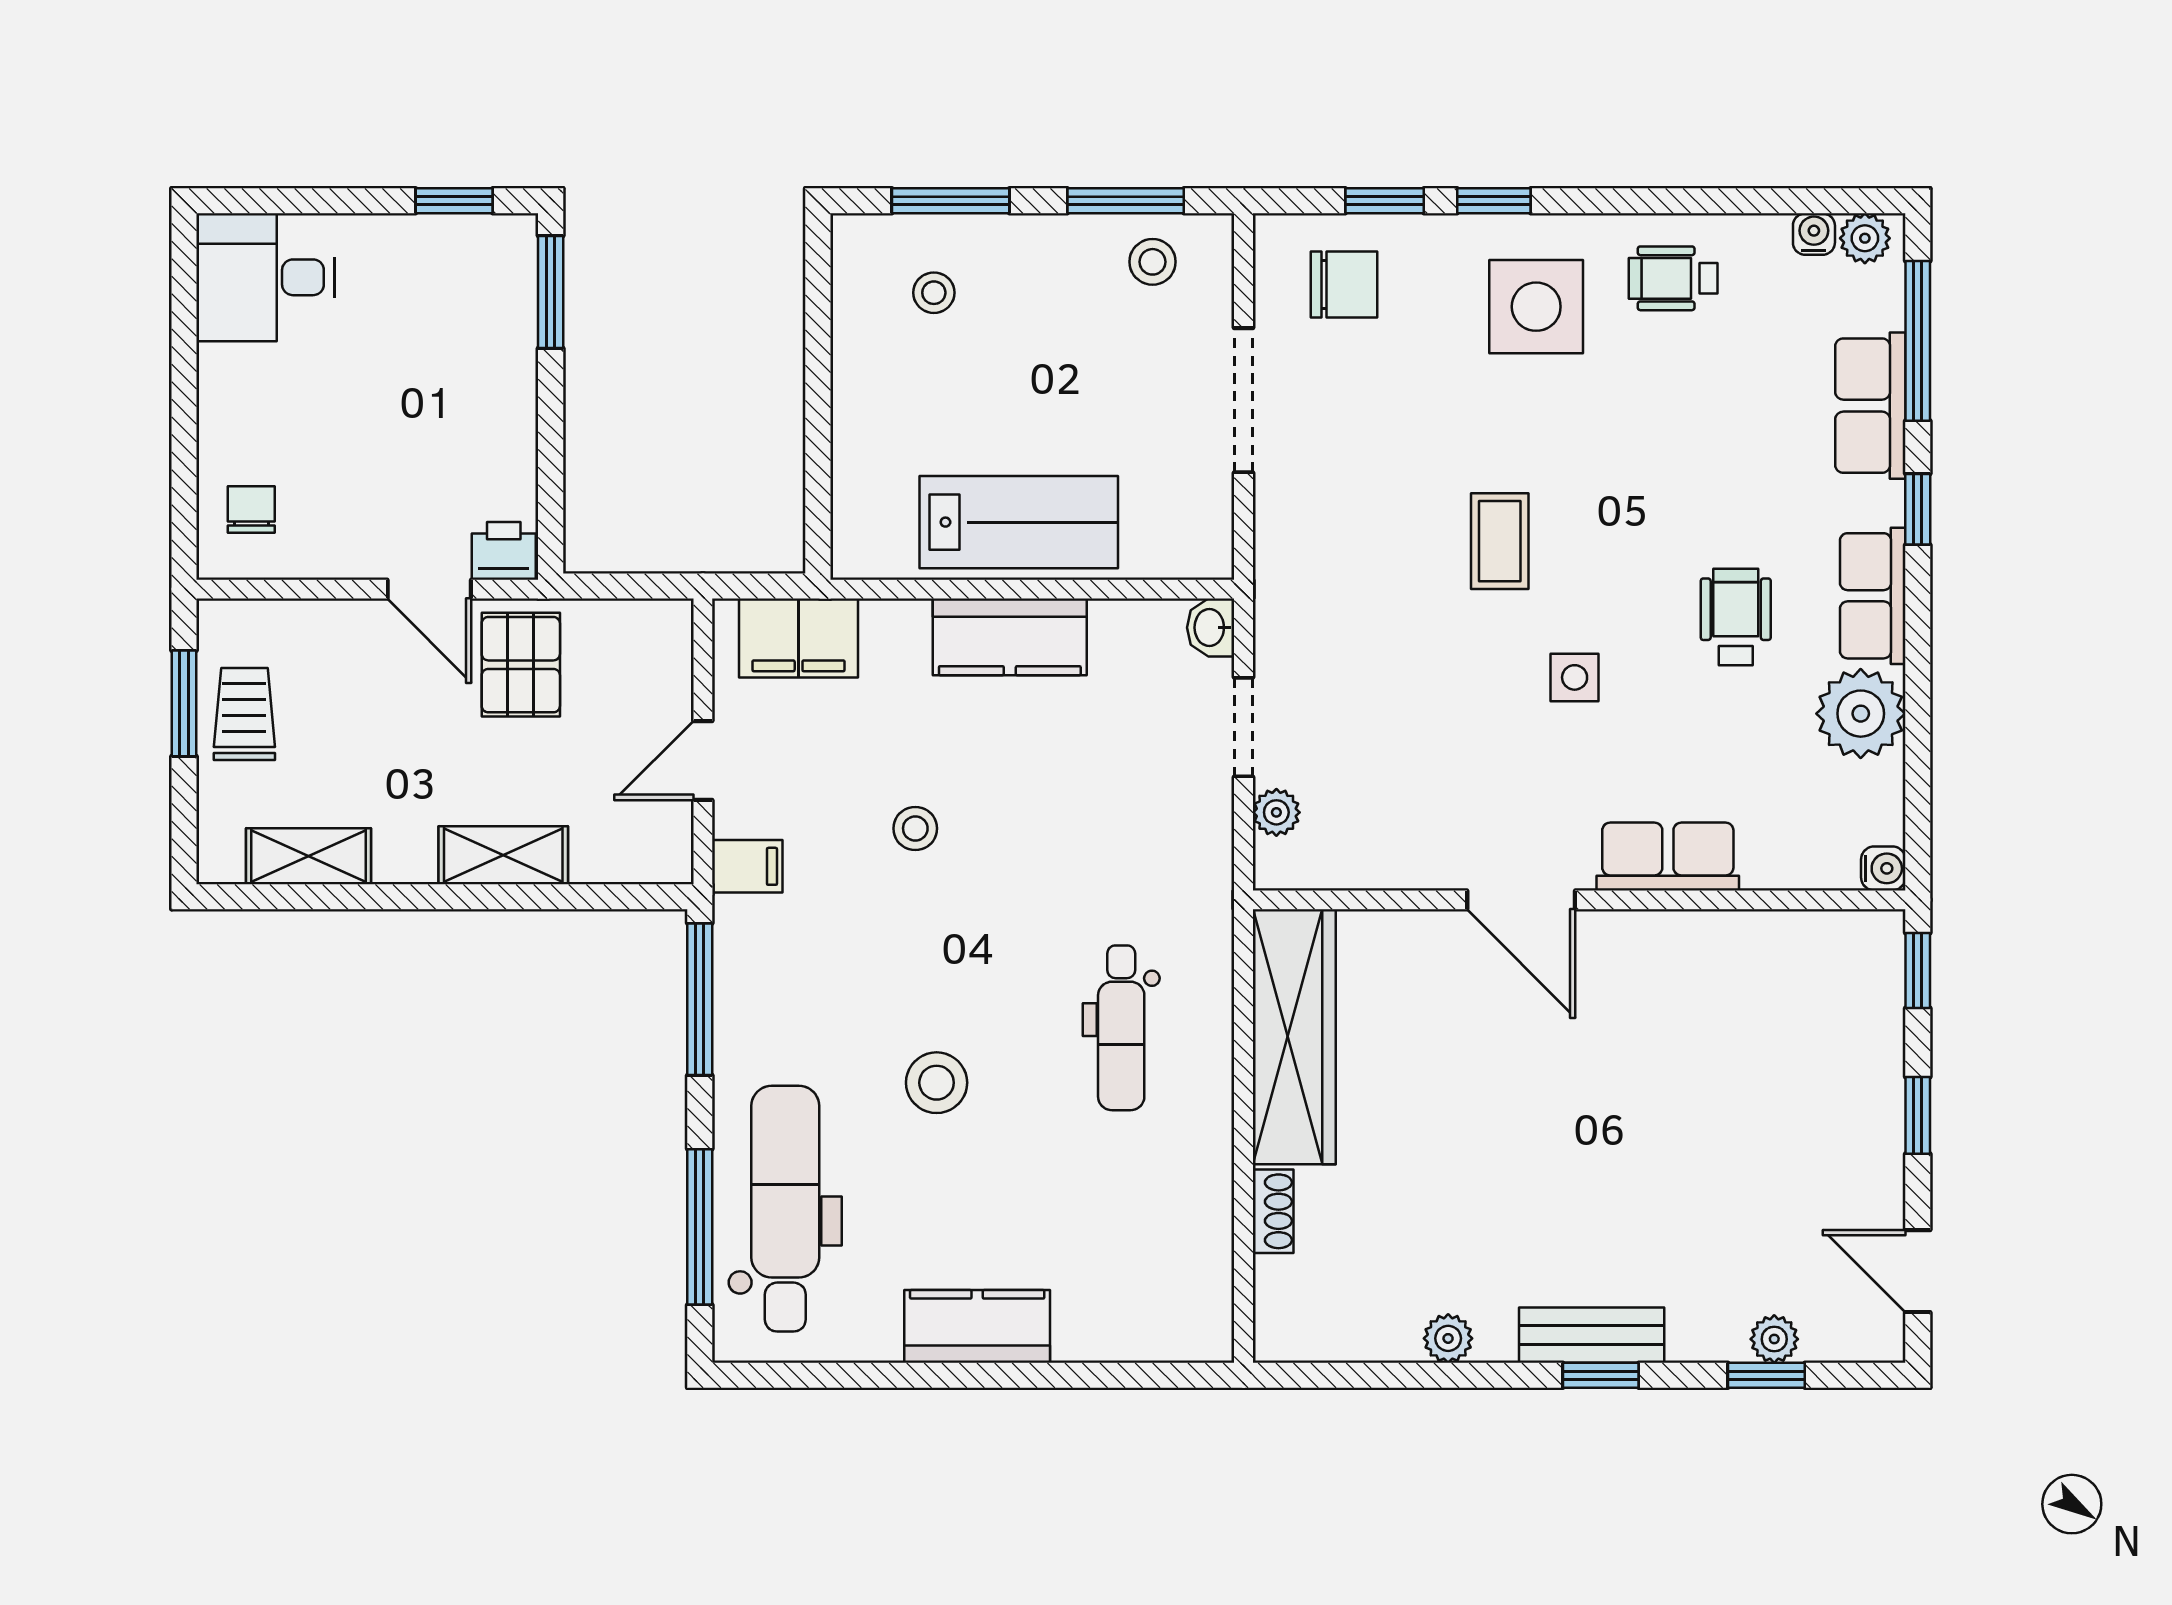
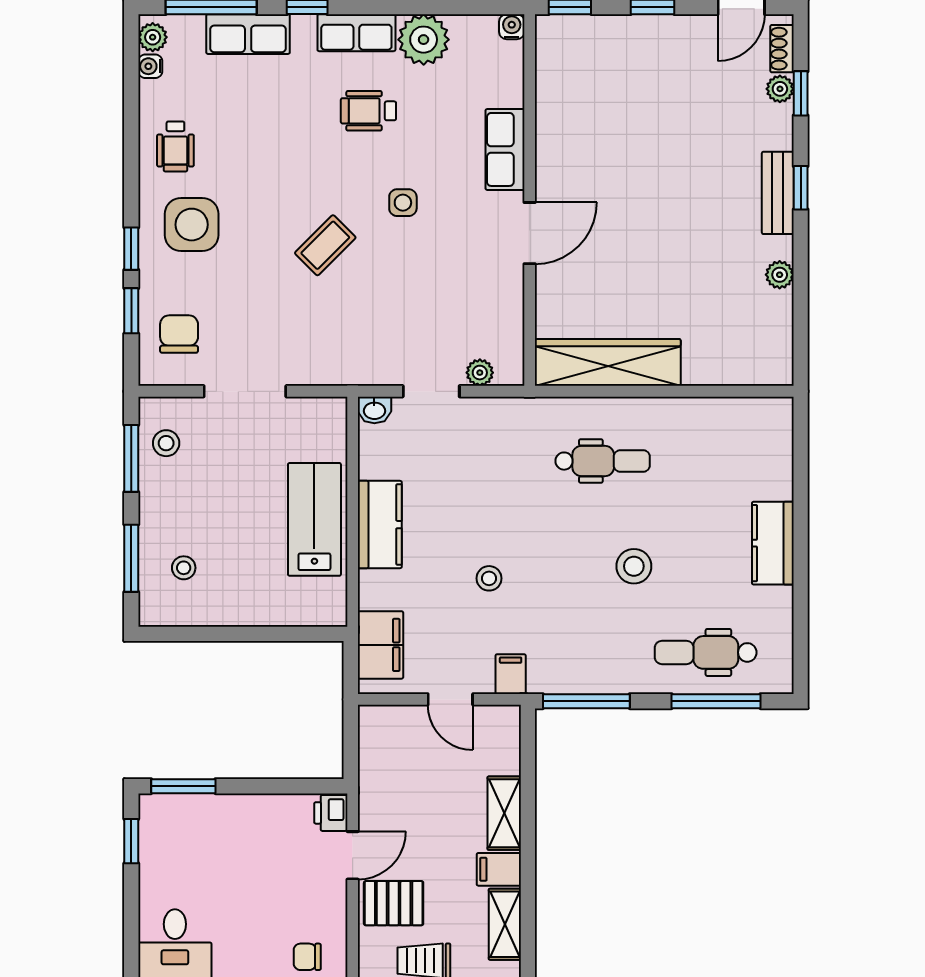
coffee table: (1500, 541) -> (325, 245), turned -45
pallet: (521, 665) -> (394, 903), moved
filing cabinet: (405, 846) -> (499, 869), added
dental chair: (785, 1209) -> (706, 652), width x0.73, depth x0.72
shoe rack: (1273, 1211) -> (782, 49), moved, turned -90

